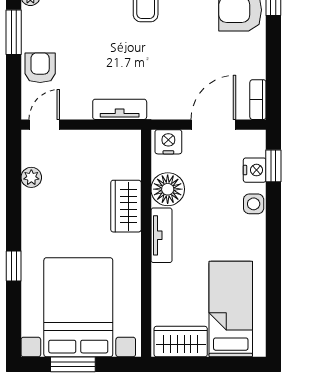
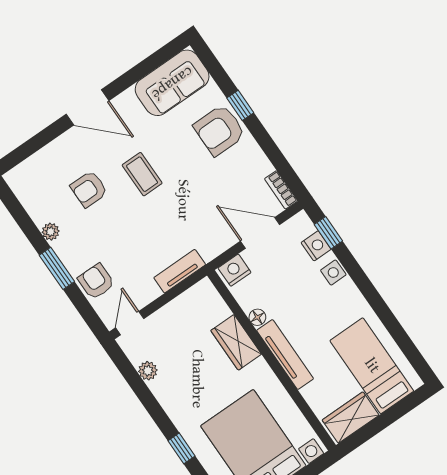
door: (213, 125) -> (260, 233), hinge flipped
floor lamp: (168, 189) -> (257, 317), width x0.53, depth x0.53
tv unit: (162, 235) -> (285, 354), width x1.41

